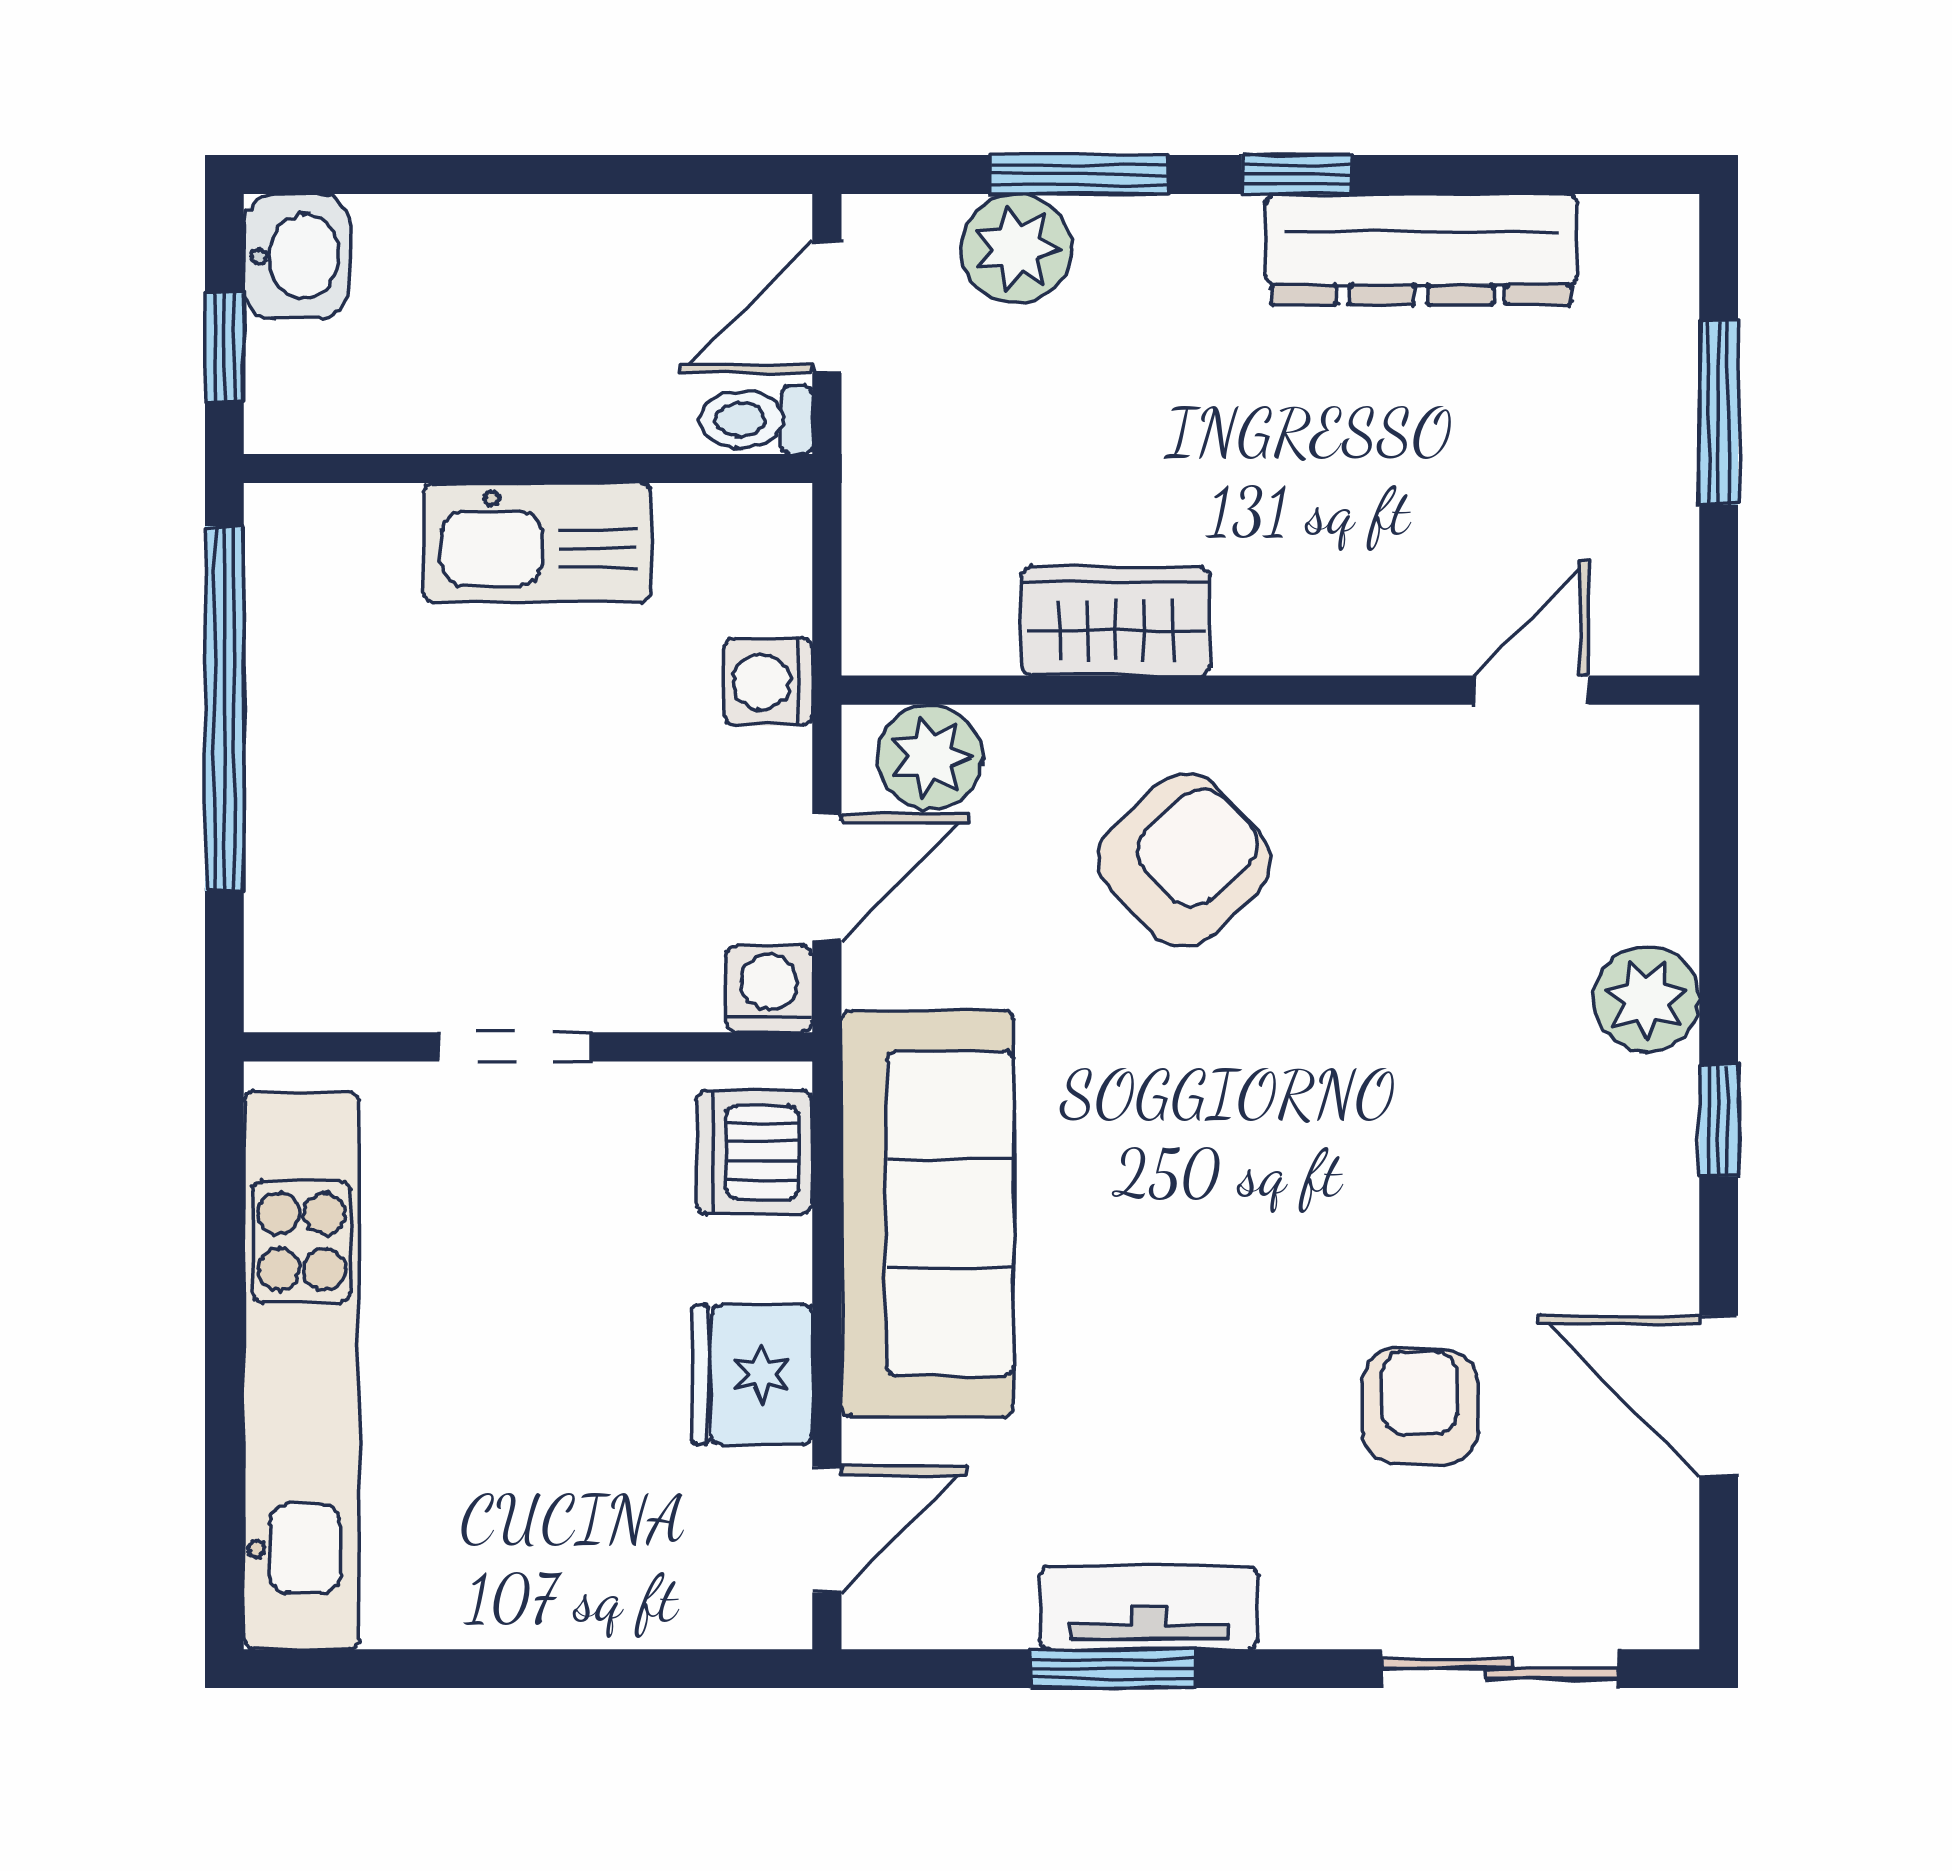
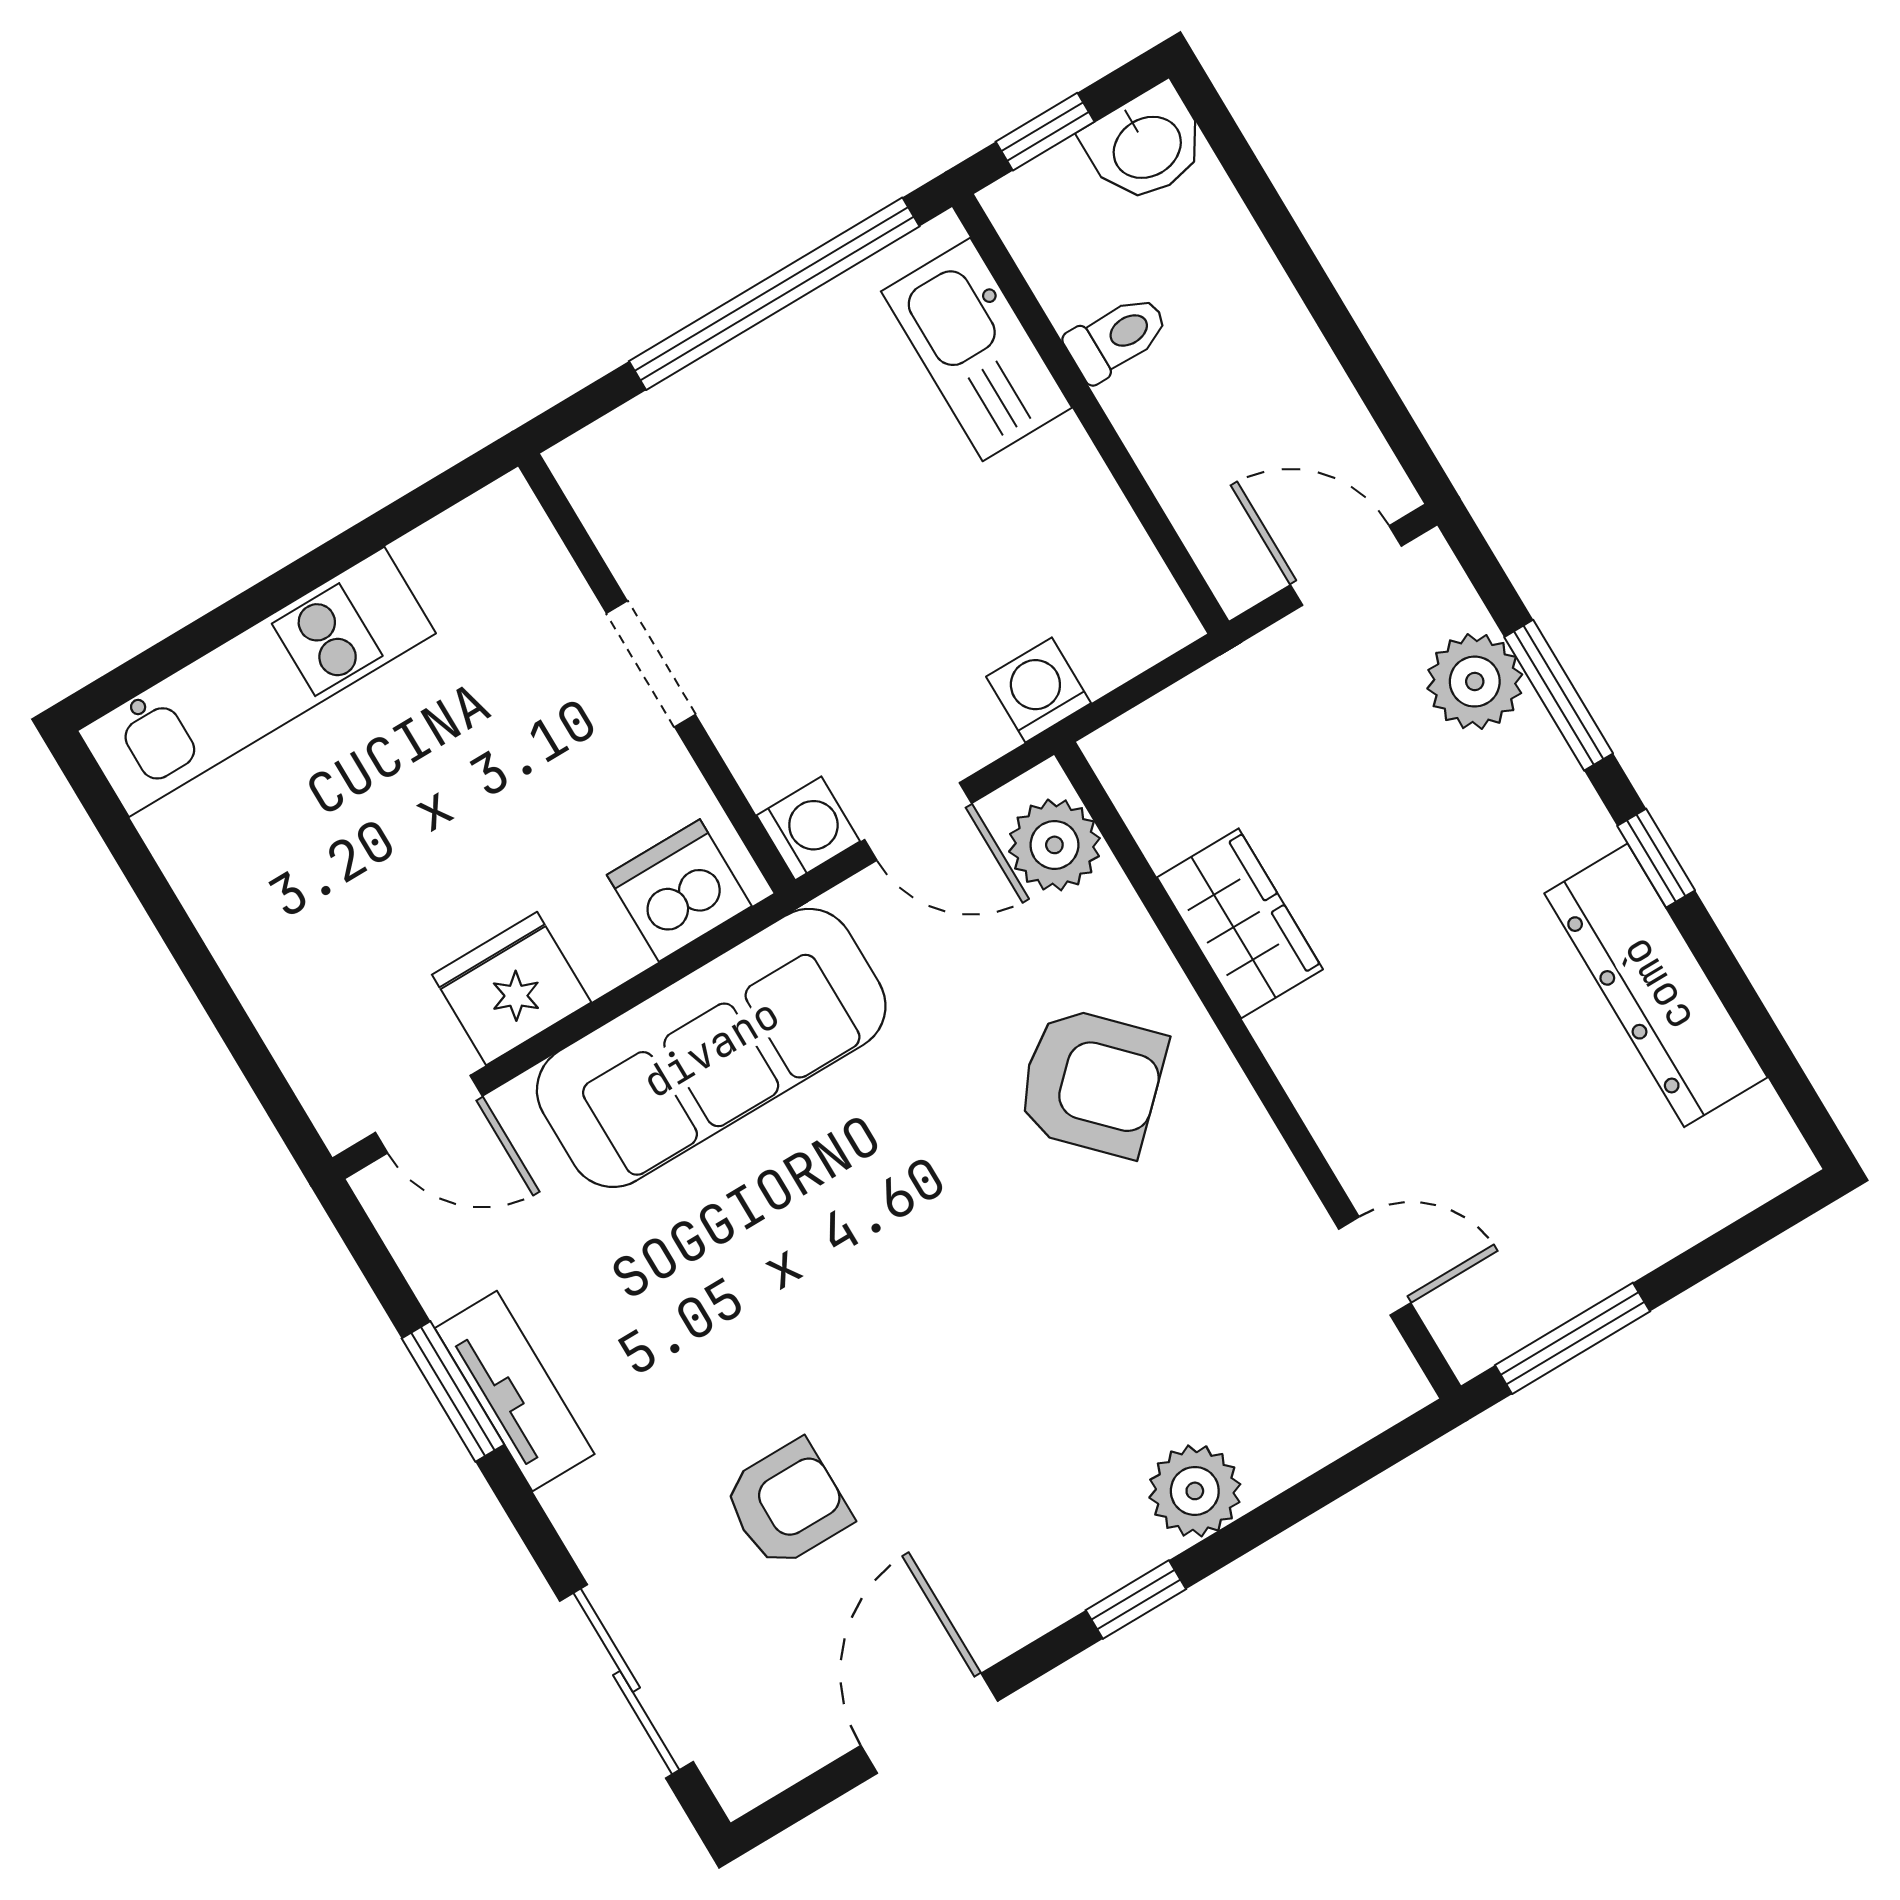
window: (1719, 413) -> (1573, 1338), moved
toilet: (756, 420) -> (1117, 338), moved, turned 90
kitchen sink: (537, 543) -> (977, 350), moved
kitchen unit: (301, 1370) -> (257, 682), width x0.73

